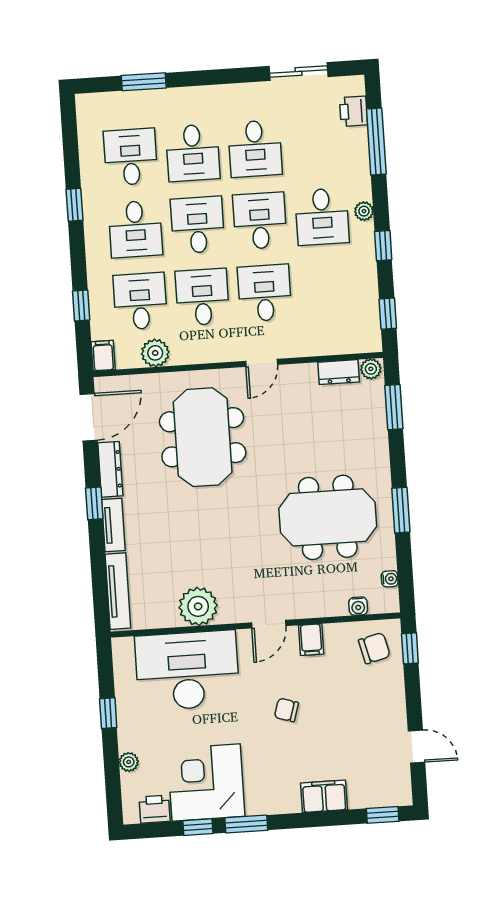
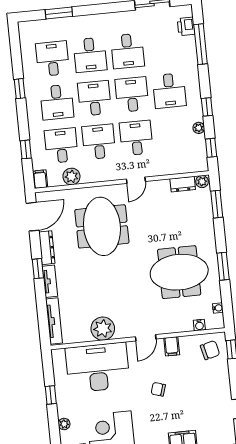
plant: (364, 211) -> (199, 128), moved

